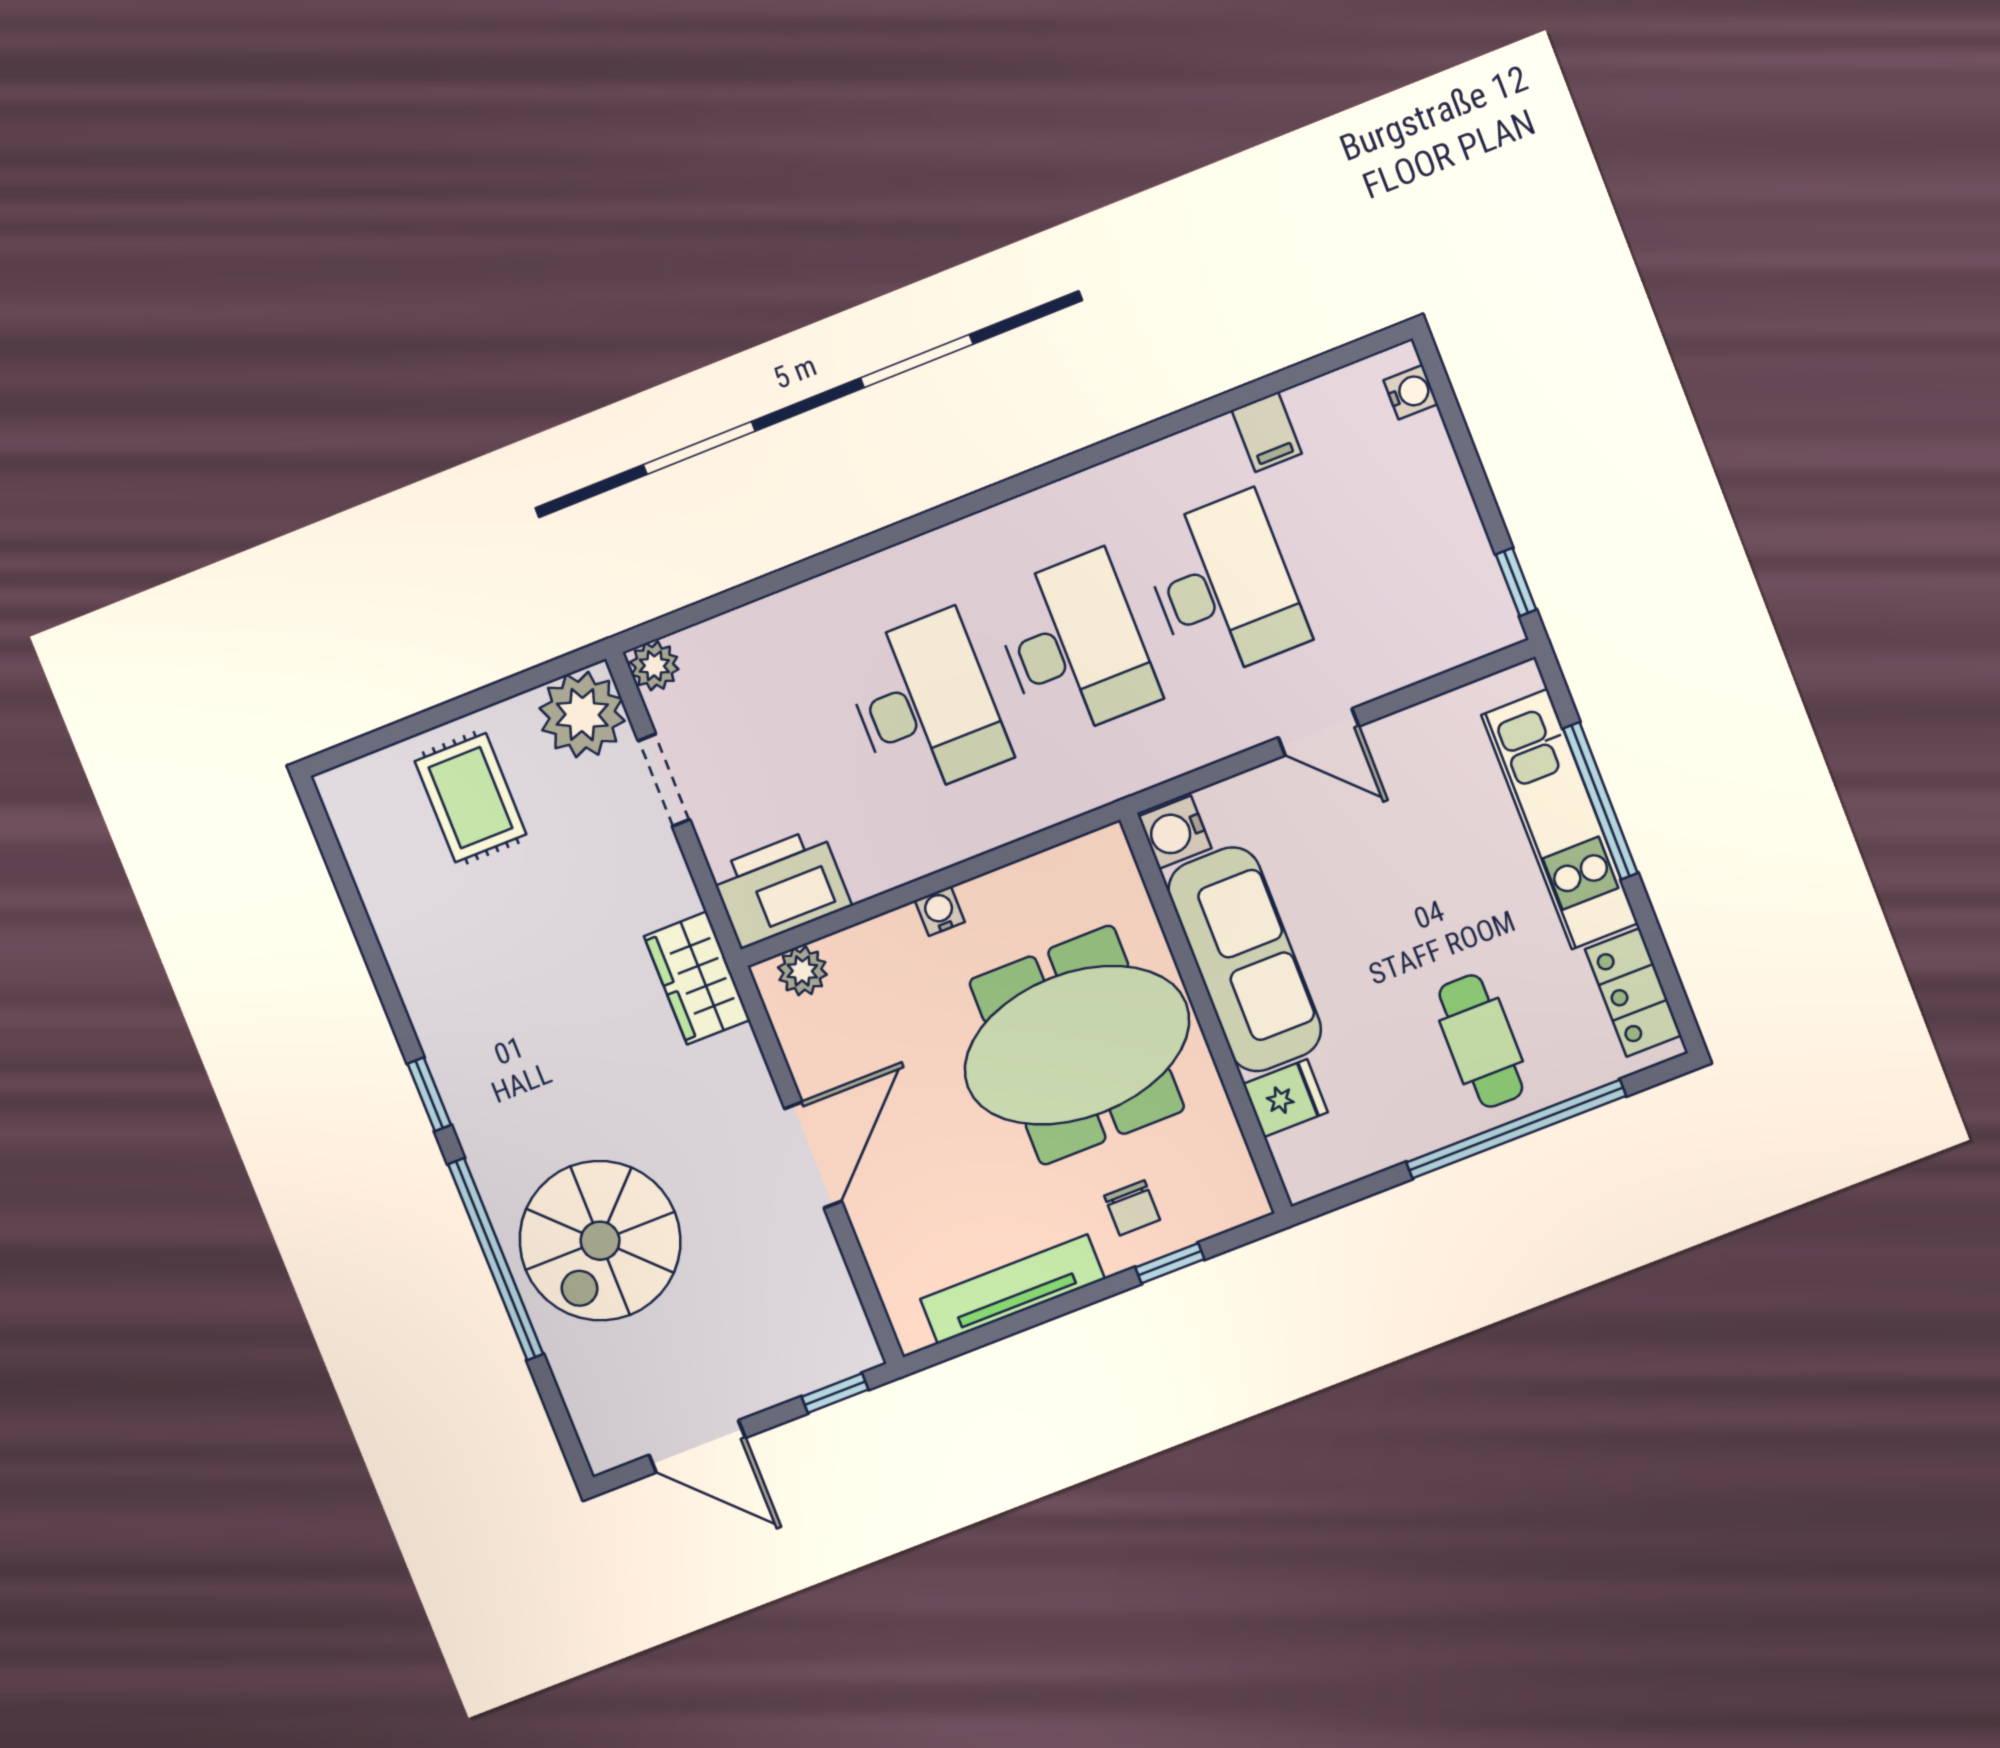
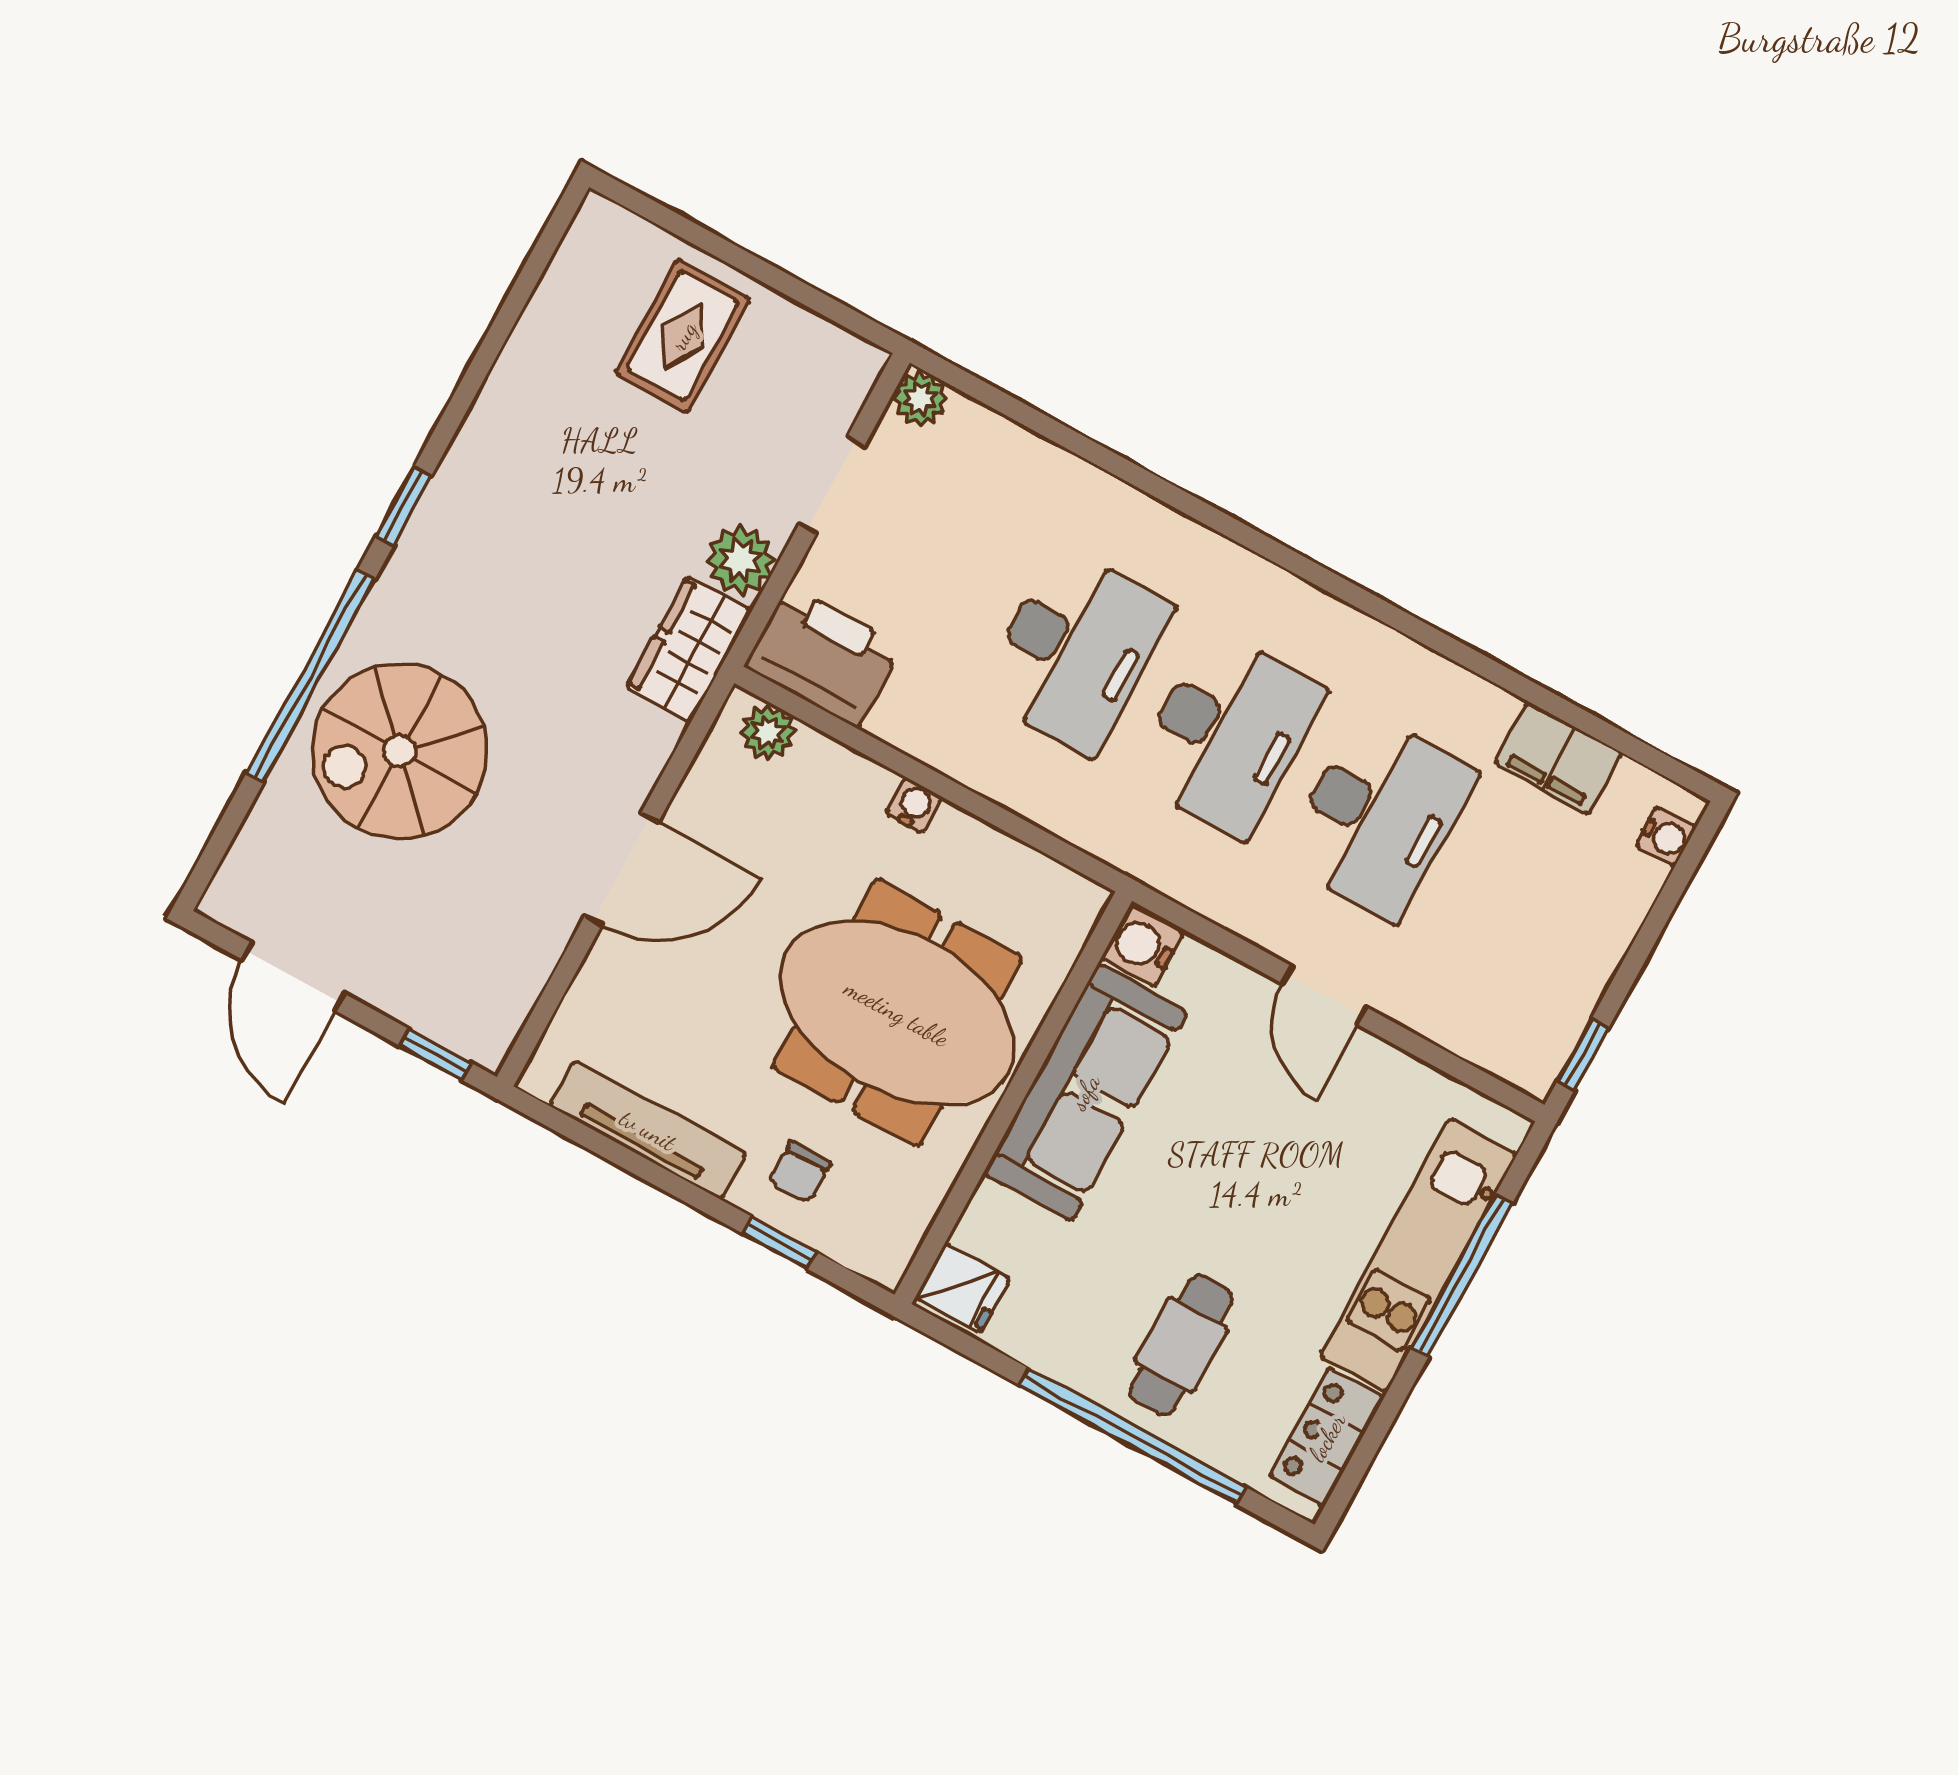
filing cabinet: (1267, 432) -> (1558, 758), width x2.00
plant: (582, 715) -> (741, 560), moved, width x0.73, depth x0.73
fridge: (1285, 1098) -> (962, 1288), moved

